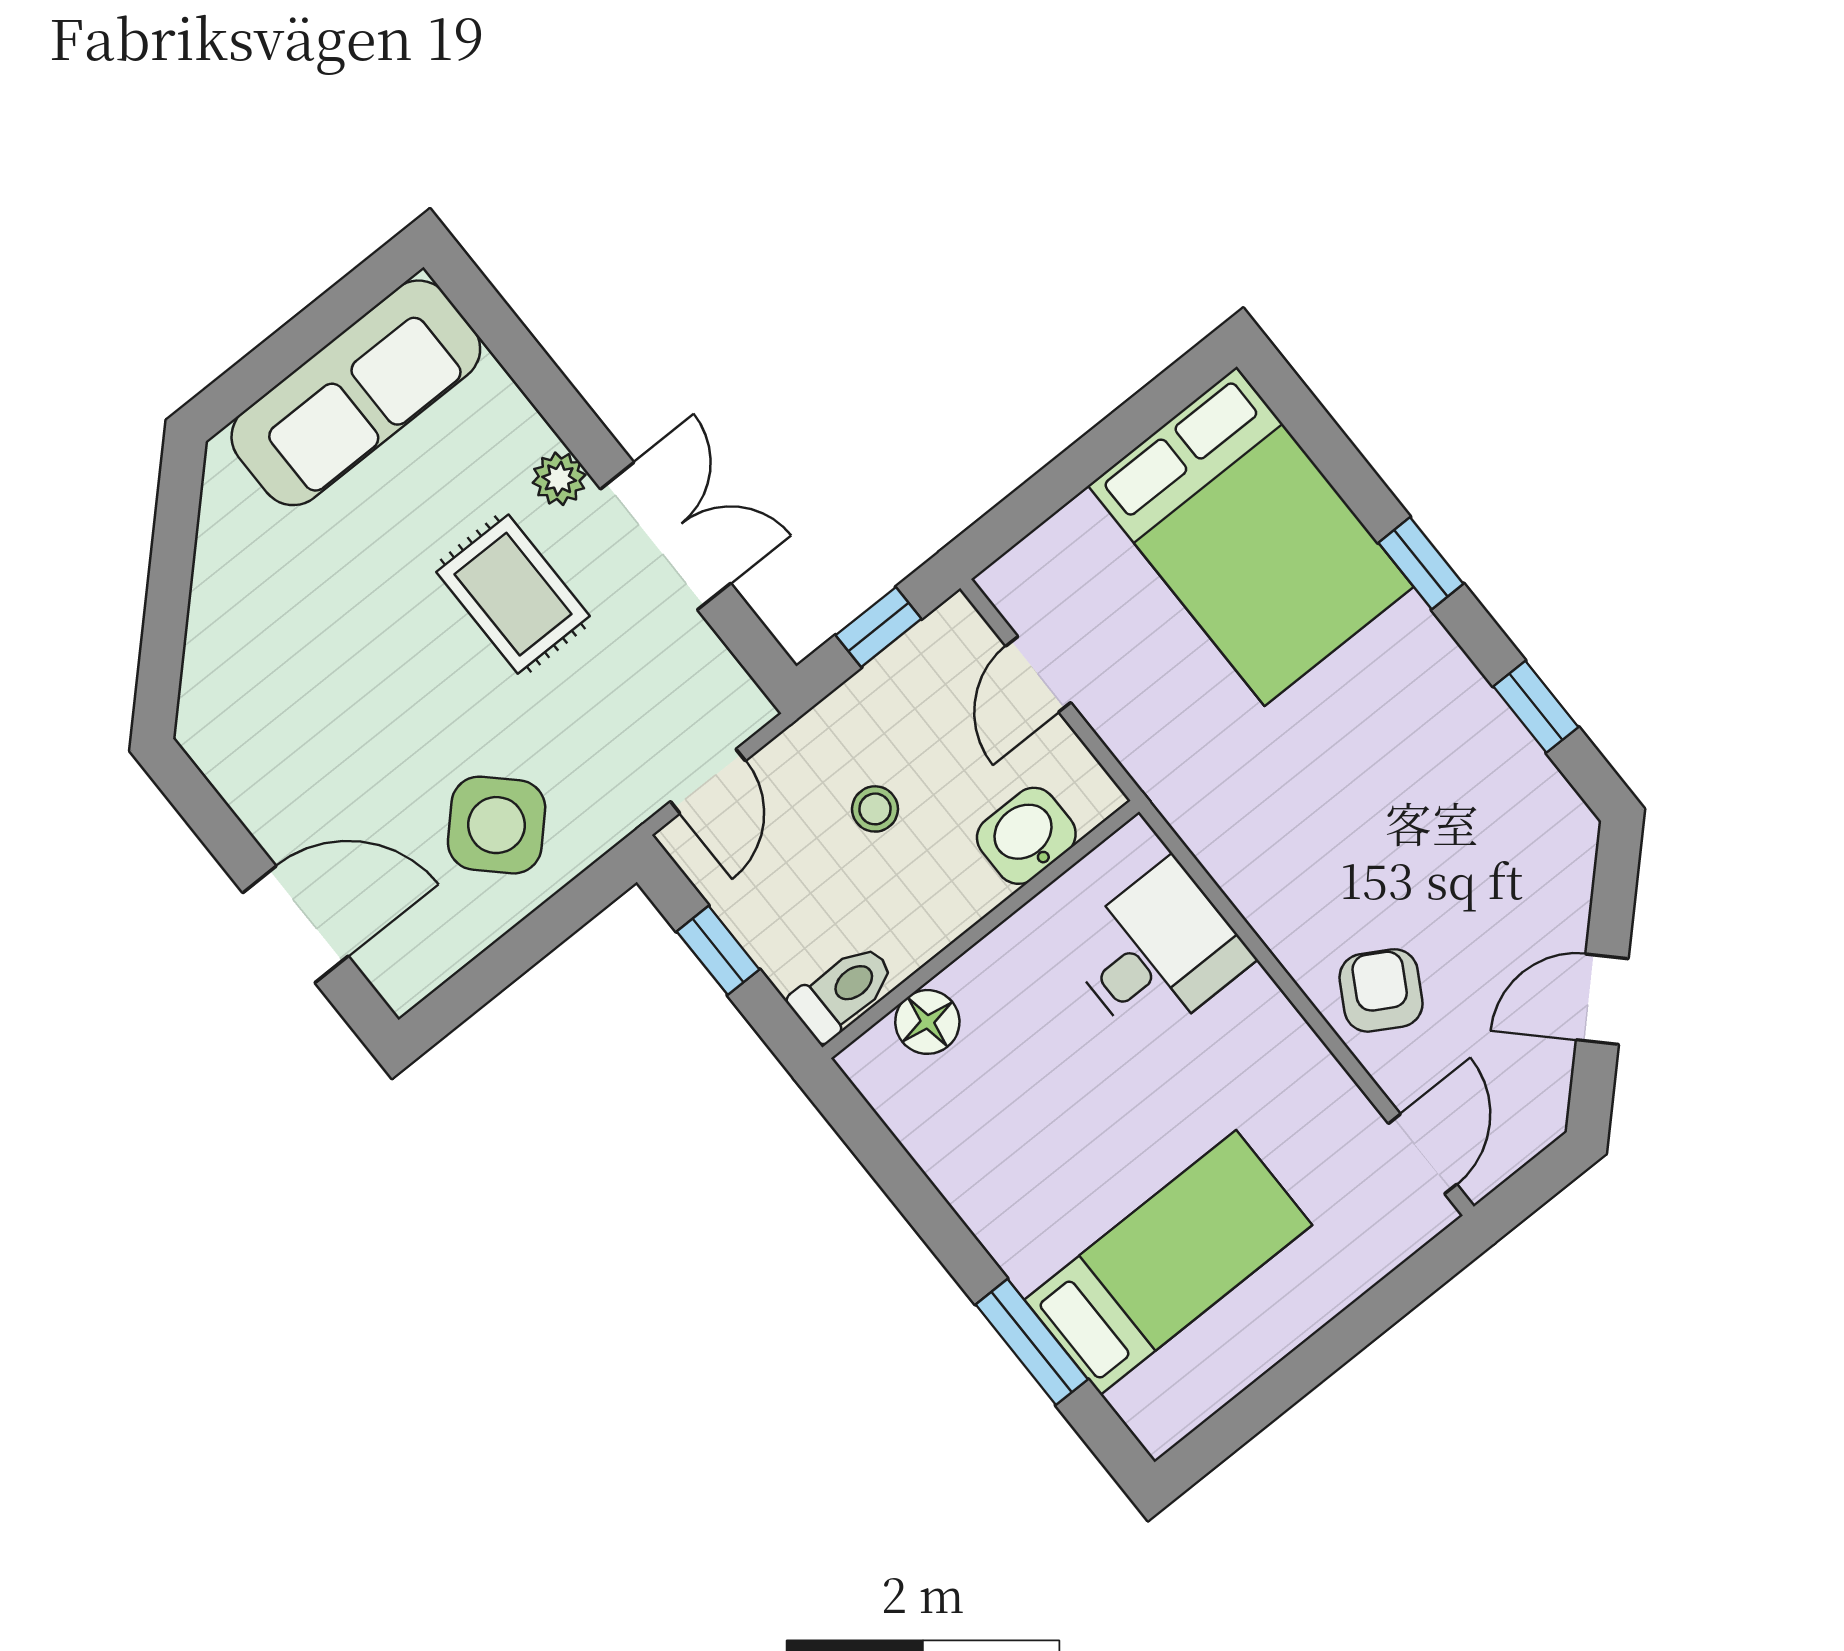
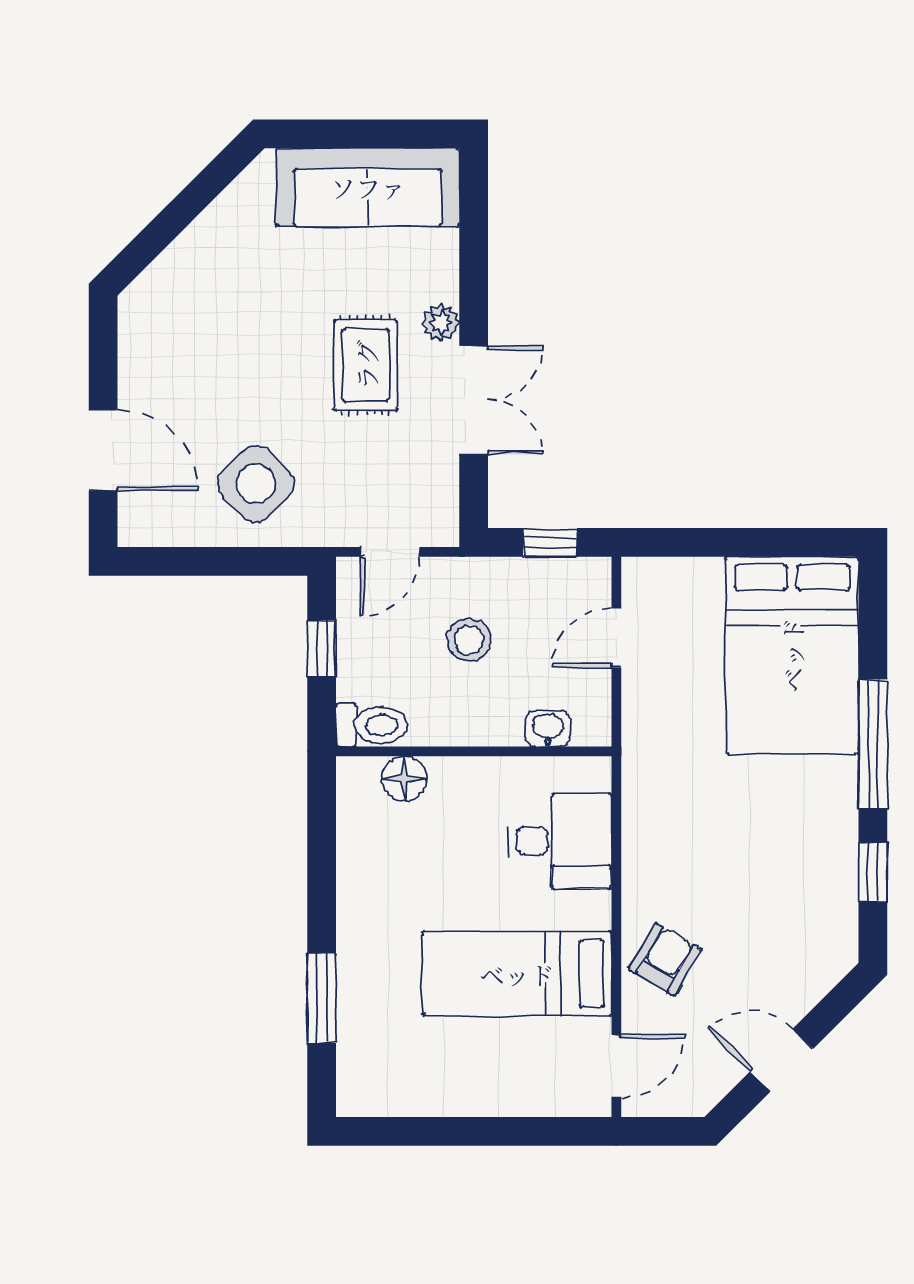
window: (1421, 563) -> (873, 744), width x2.17
stool: (875, 809) -> (469, 640), width x1.37, depth x1.37
washbasin: (1026, 836) -> (548, 728), width x0.72, depth x0.69
bed: (1168, 1262) -> (517, 974), moved, turned 180

